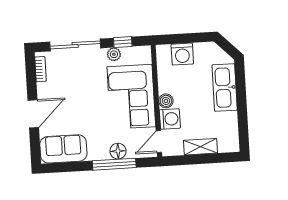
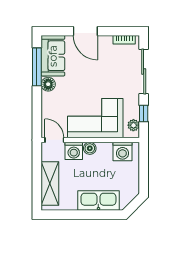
plant: (114, 54) -> (133, 125), moved
washing machine: (182, 54) -> (123, 151), moved, turned -90
shelving: (200, 147) -> (50, 184), width x1.50, depth x1.33
floor lamp: (118, 151) -> (48, 84), moved
window: (114, 164) -> (37, 67), moved

